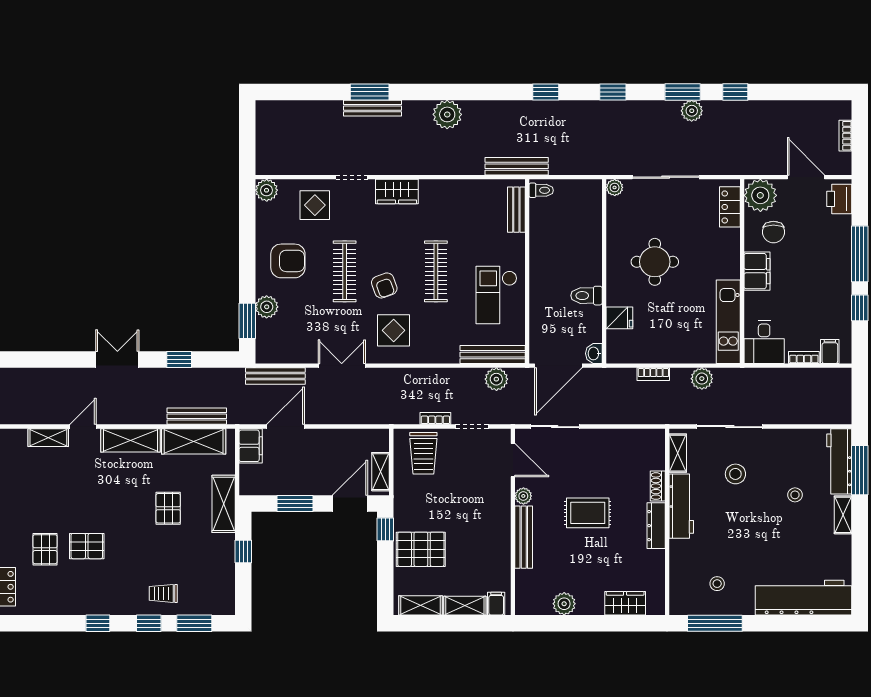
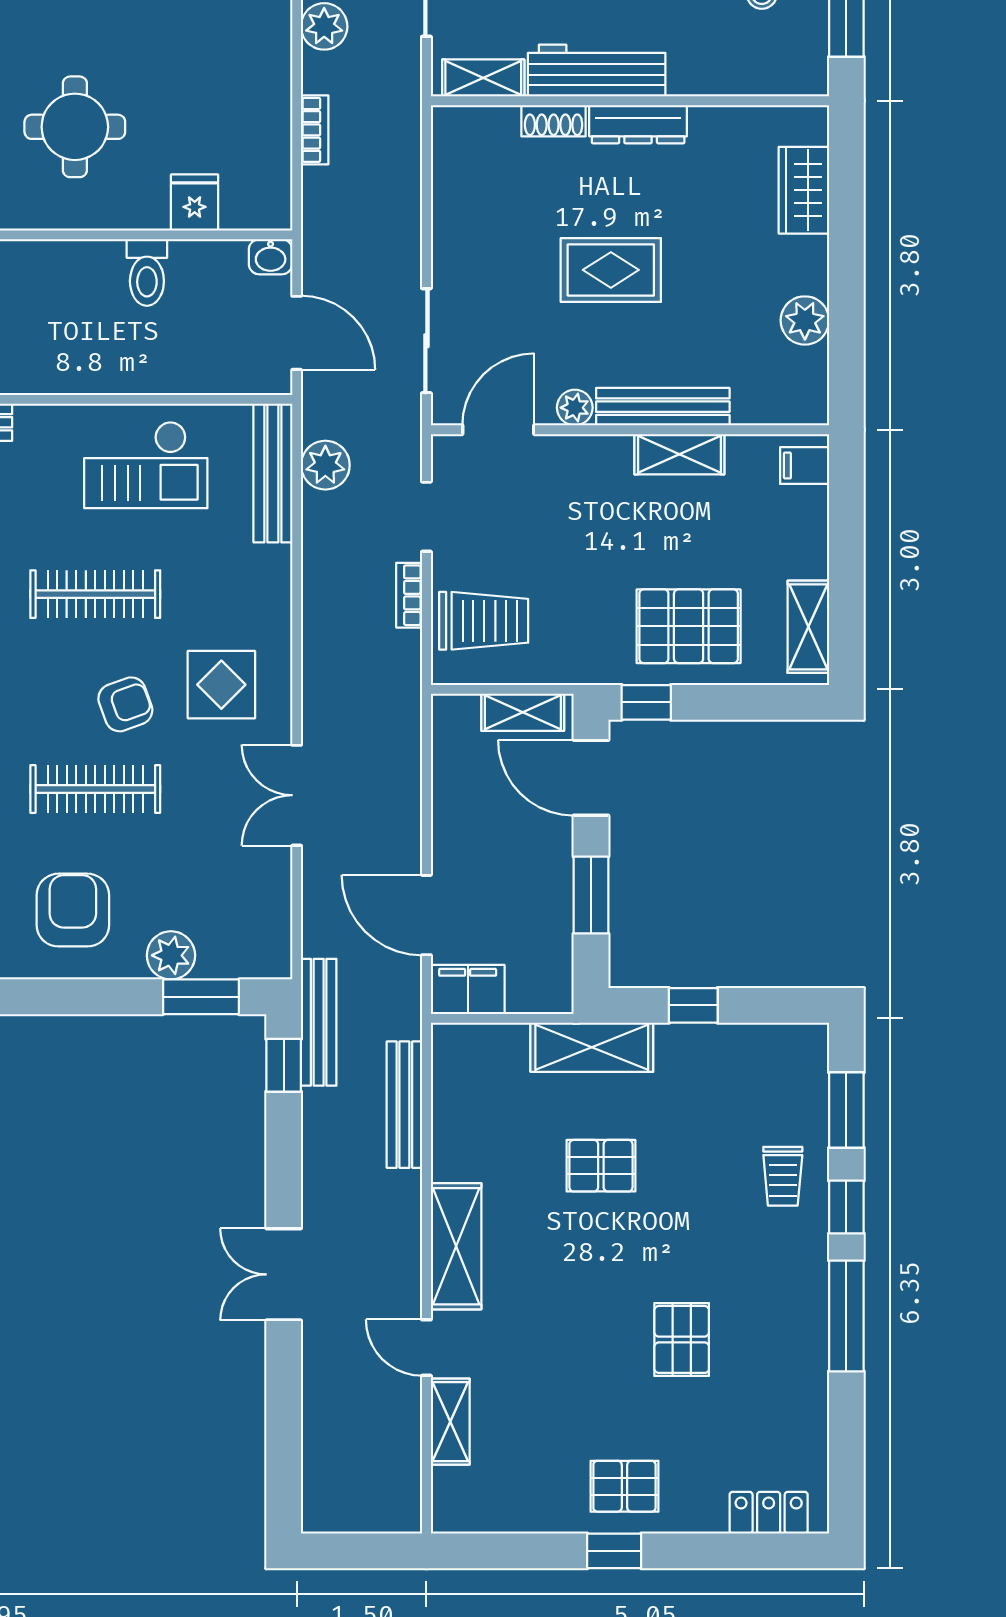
window: (179, 360) -> (284, 1065), moved
door: (558, 366) -> (297, 333), width x0.73
bench: (275, 376) -> (319, 1022), moved
shelving: (194, 441) -> (458, 1111), removed
rug: (588, 513) -> (611, 270), turned 90
pallet: (45, 549) -> (624, 1486), moved
pallet: (421, 549) -> (689, 626), turned 90
shelving: (465, 606) -> (679, 454), moved, turned 90
window: (98, 623) -> (846, 1316), width x2.17

